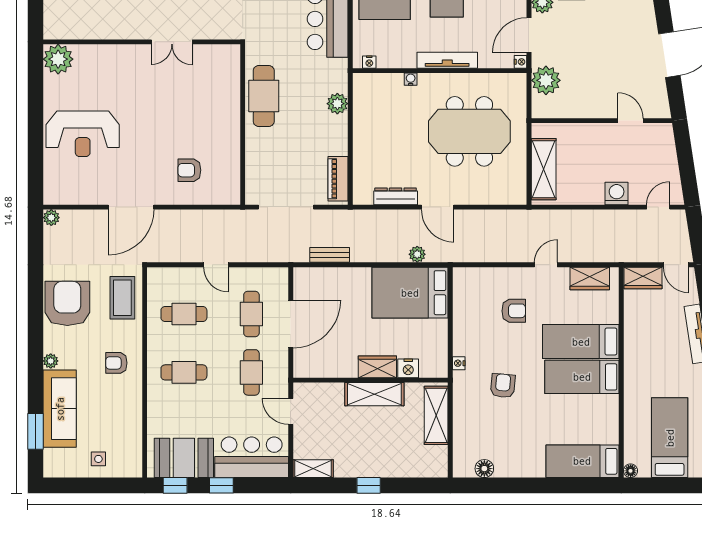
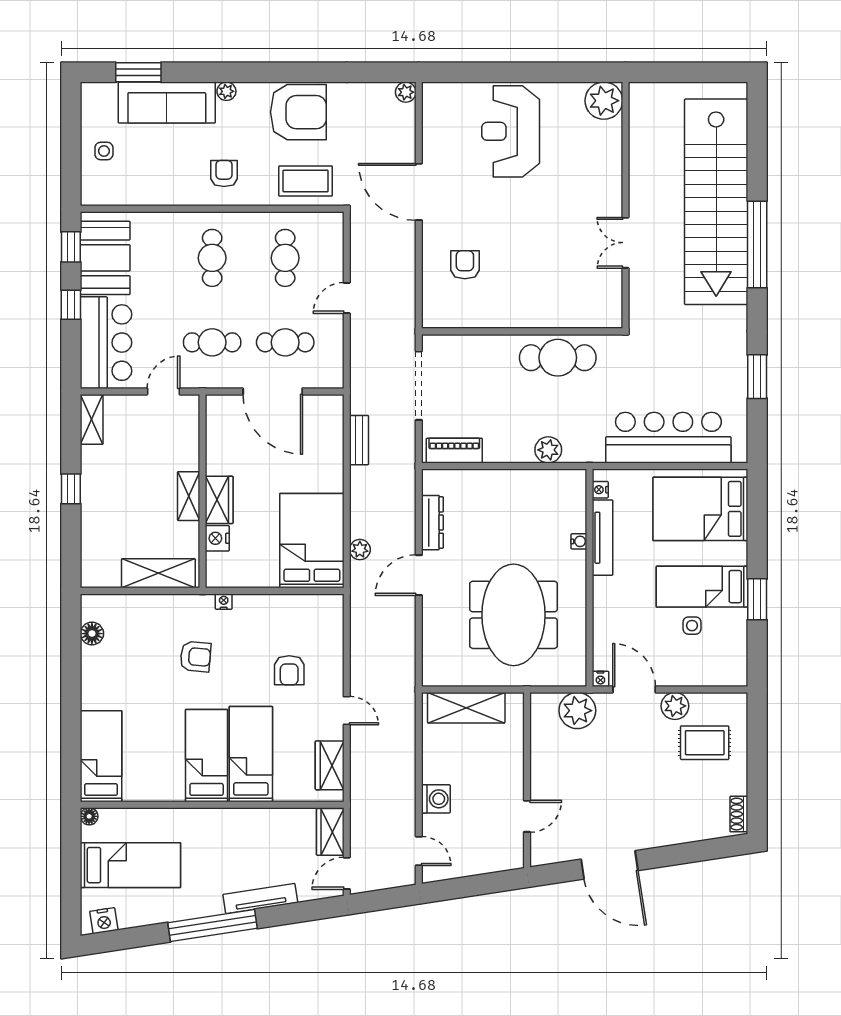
tv unit: (447, 60) -> (603, 538), moved
shelving: (374, 394) -> (189, 496), width x0.67, depth x0.75

